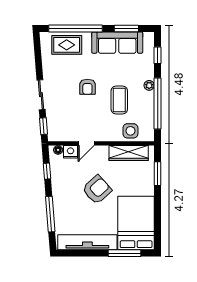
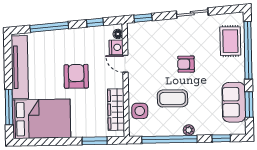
sofa: (117, 43) -> (234, 102), width x0.73
sliding door: (41, 95) -> (192, 13), moved
armchair: (97, 190) -> (76, 76), turned -138

